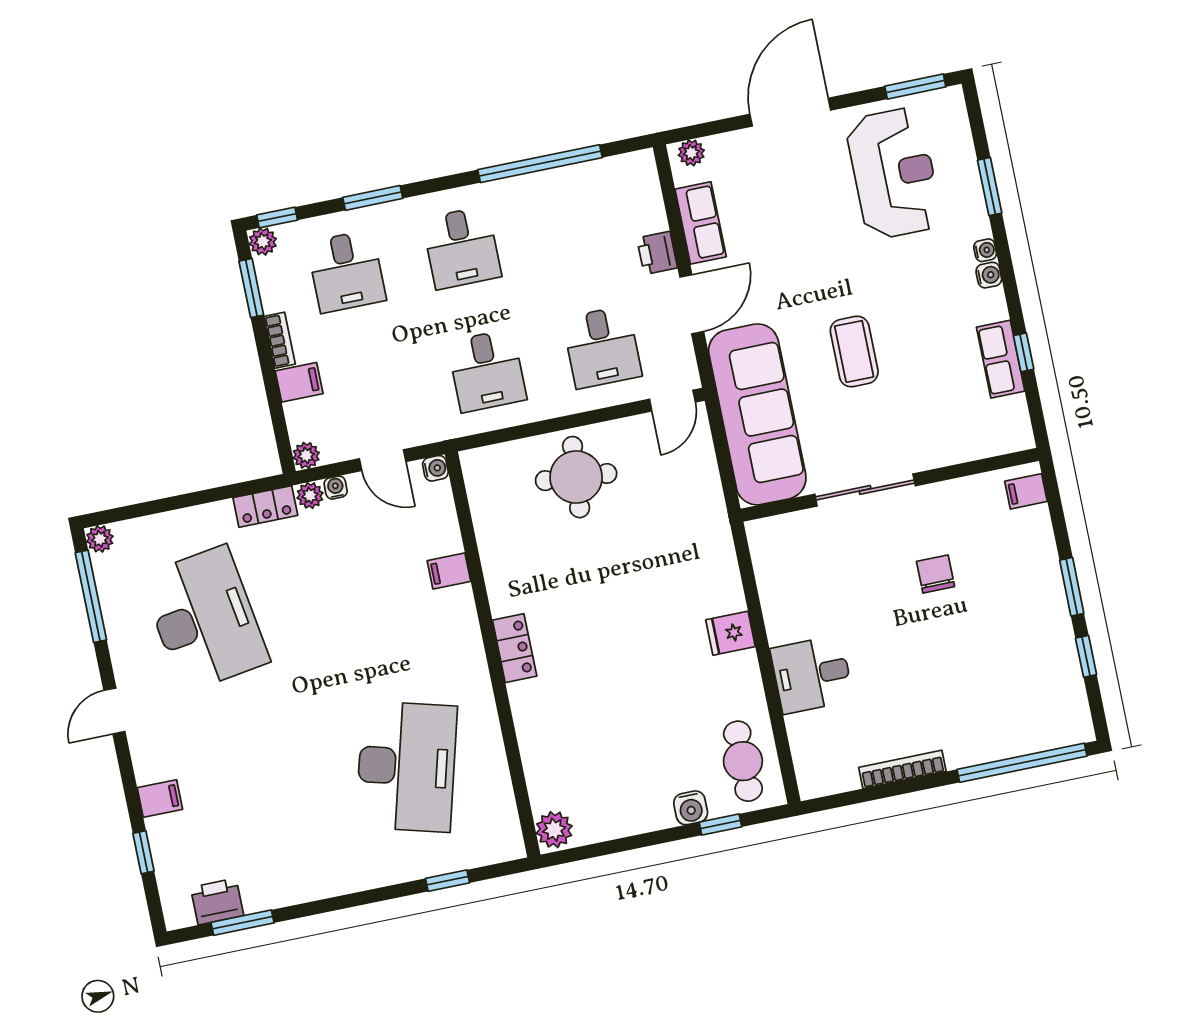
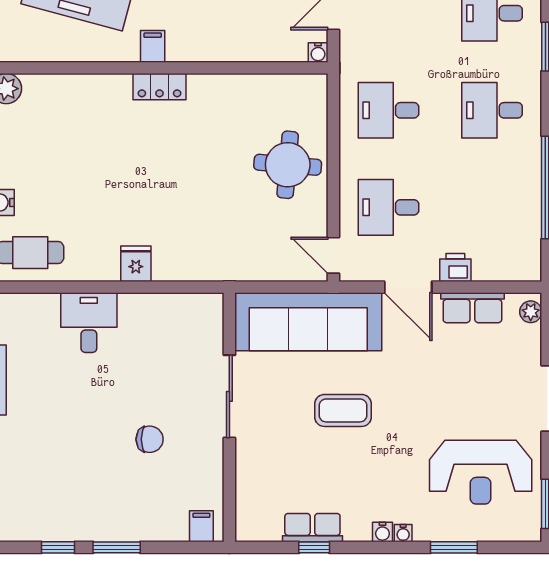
filing cabinet: (449, 571) -> (153, 46), moved

